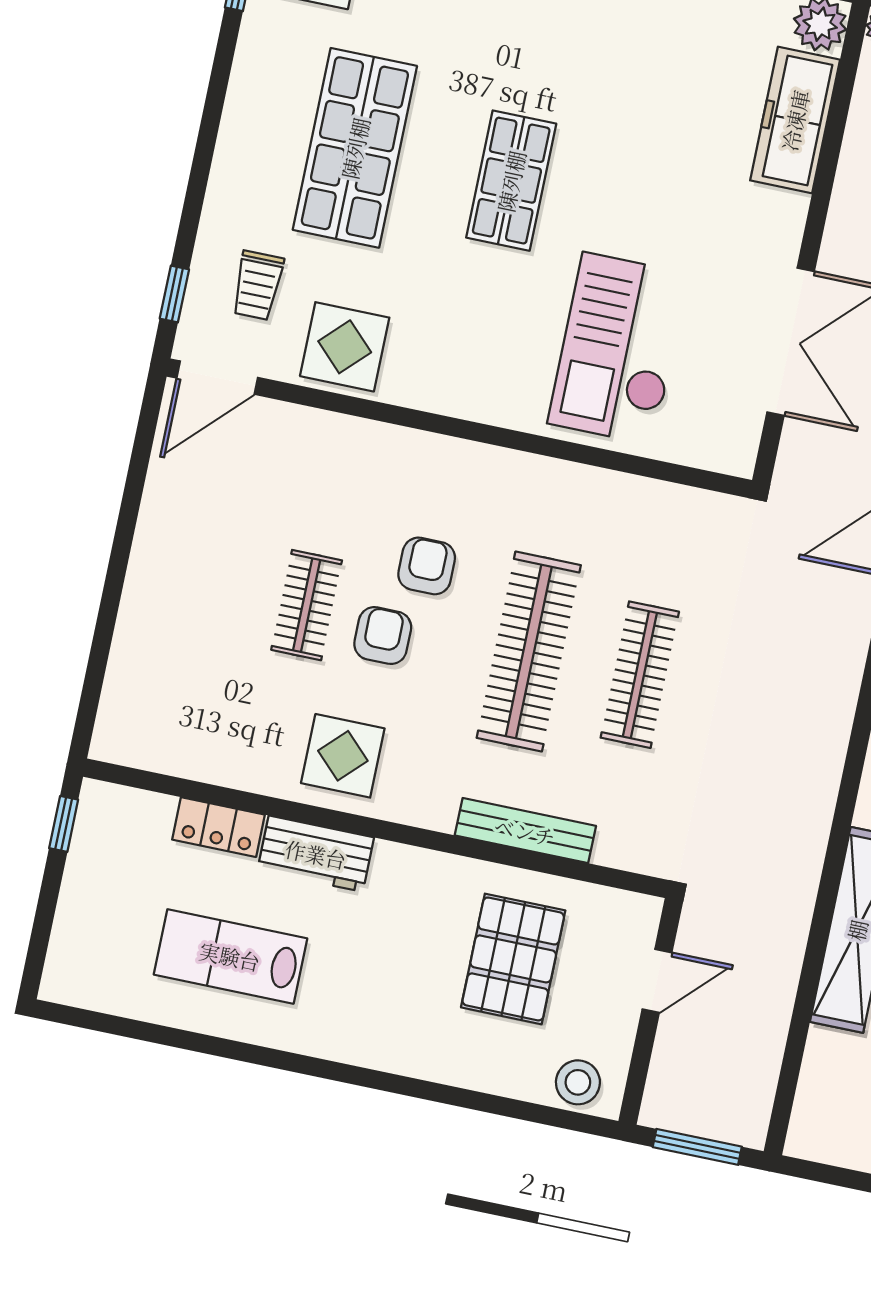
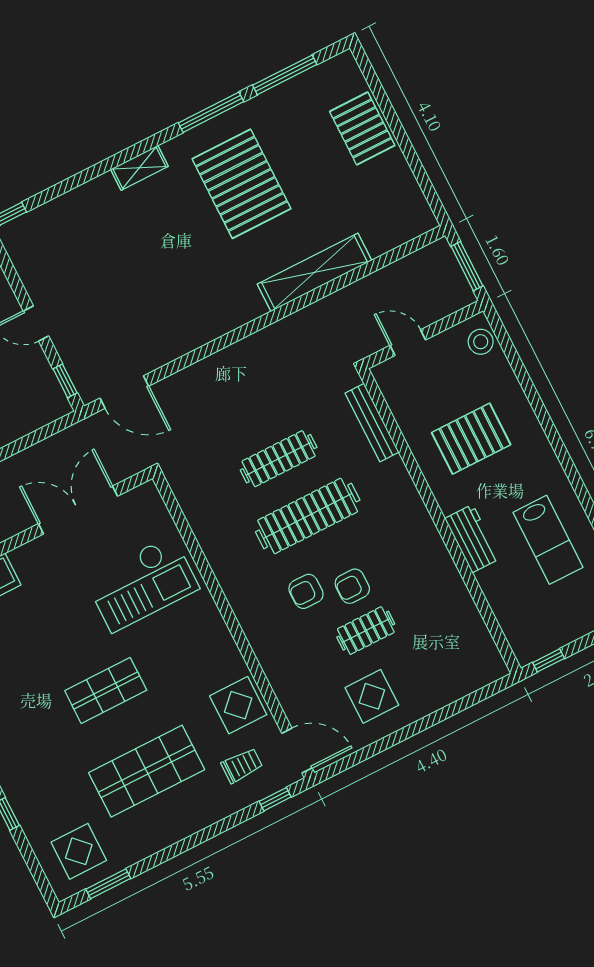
display table: (343, 756) -> (372, 696), moved
locker: (219, 827) -> (495, 591), removed
bench: (525, 831) -> (372, 423), moved
pallet: (513, 959) -> (471, 439), moved

